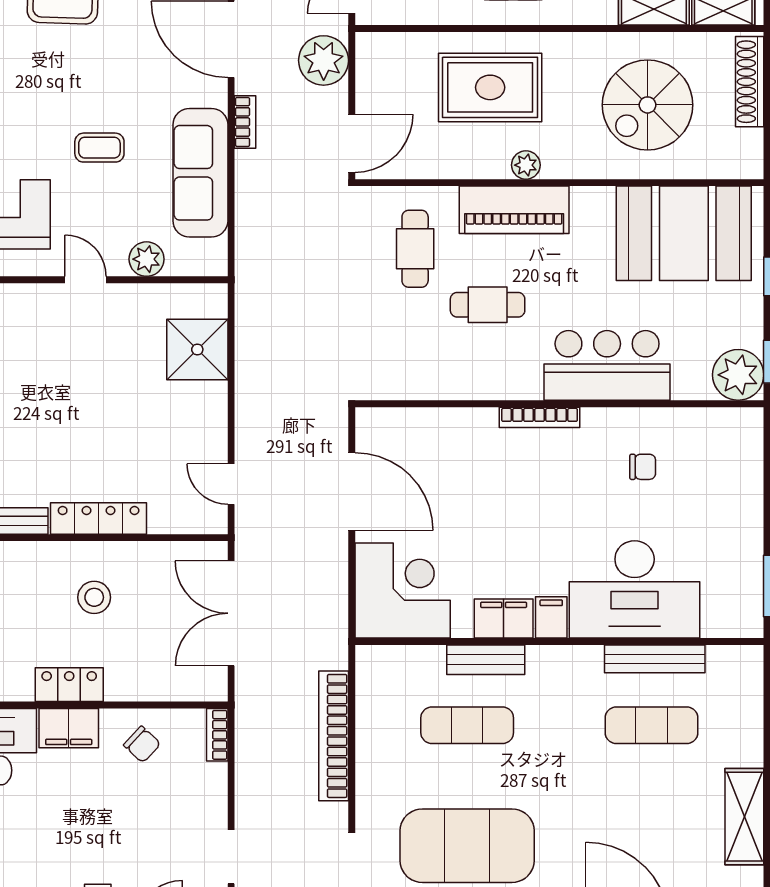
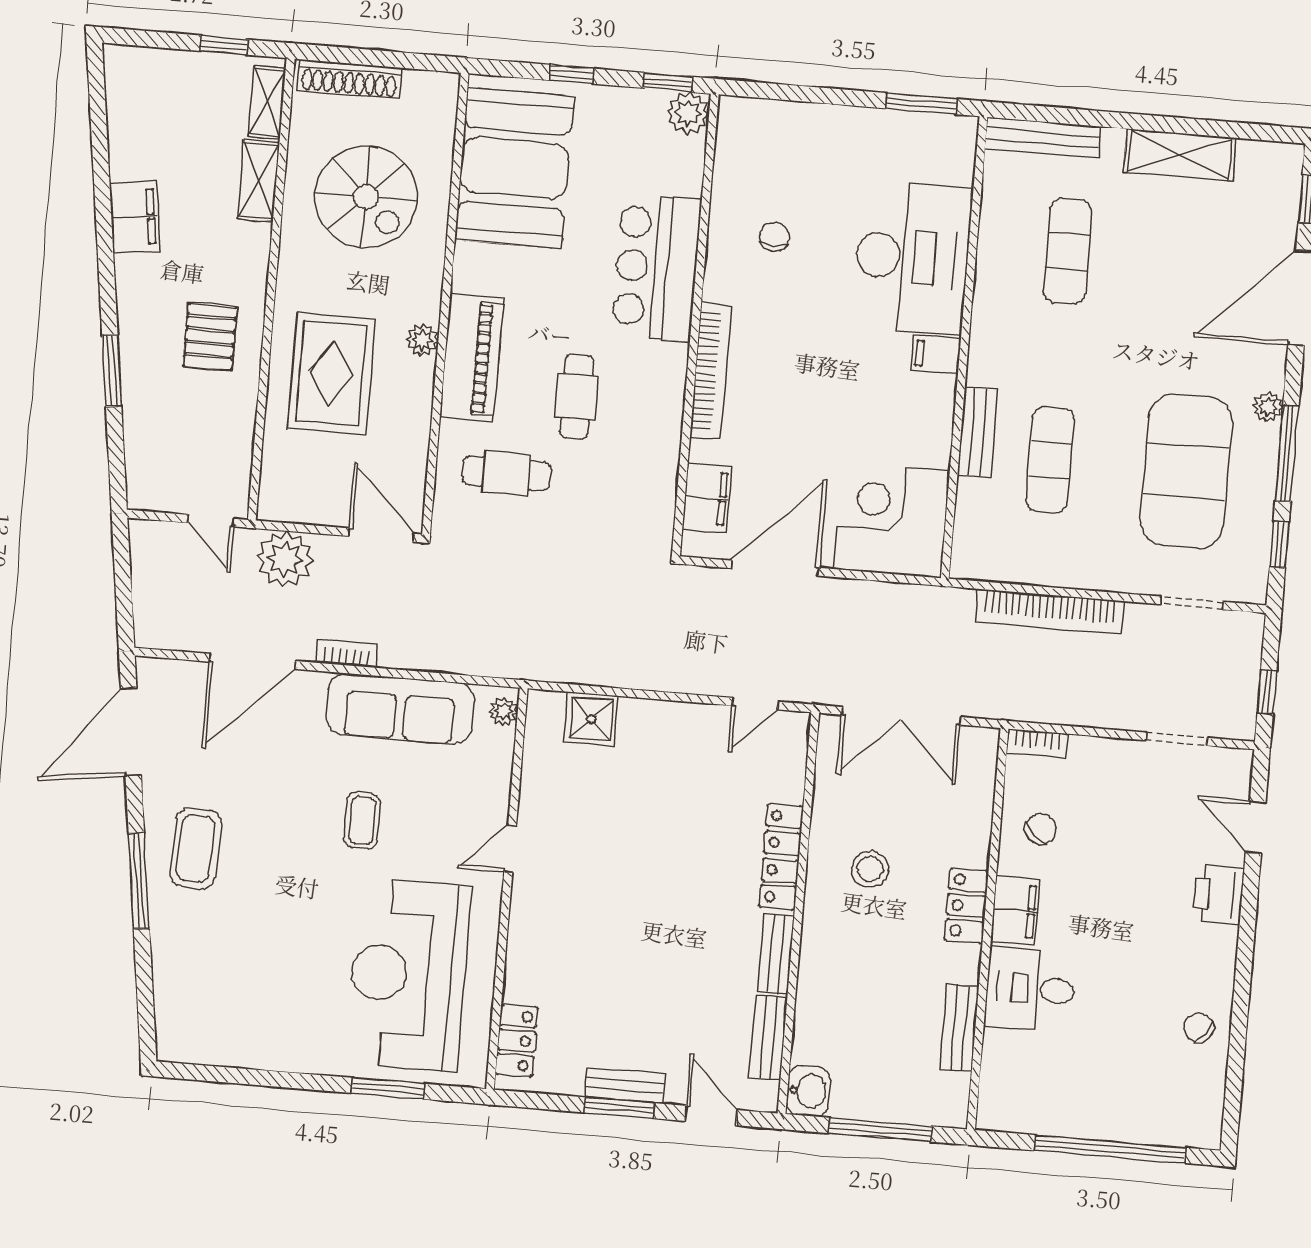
plant: (147, 259) -> (504, 712), moved, width x0.73, depth x0.73
shower: (197, 349) -> (591, 719), width x0.73, depth x0.73
plant: (738, 375) -> (688, 113), width x0.73, depth x0.73
bookcase: (540, 417) -> (711, 371), width x1.48, depth x1.31
filing cabinet: (504, 619) -> (707, 498), moved, turned 180
bench: (655, 659) -> (1043, 138), moved, turned 90

